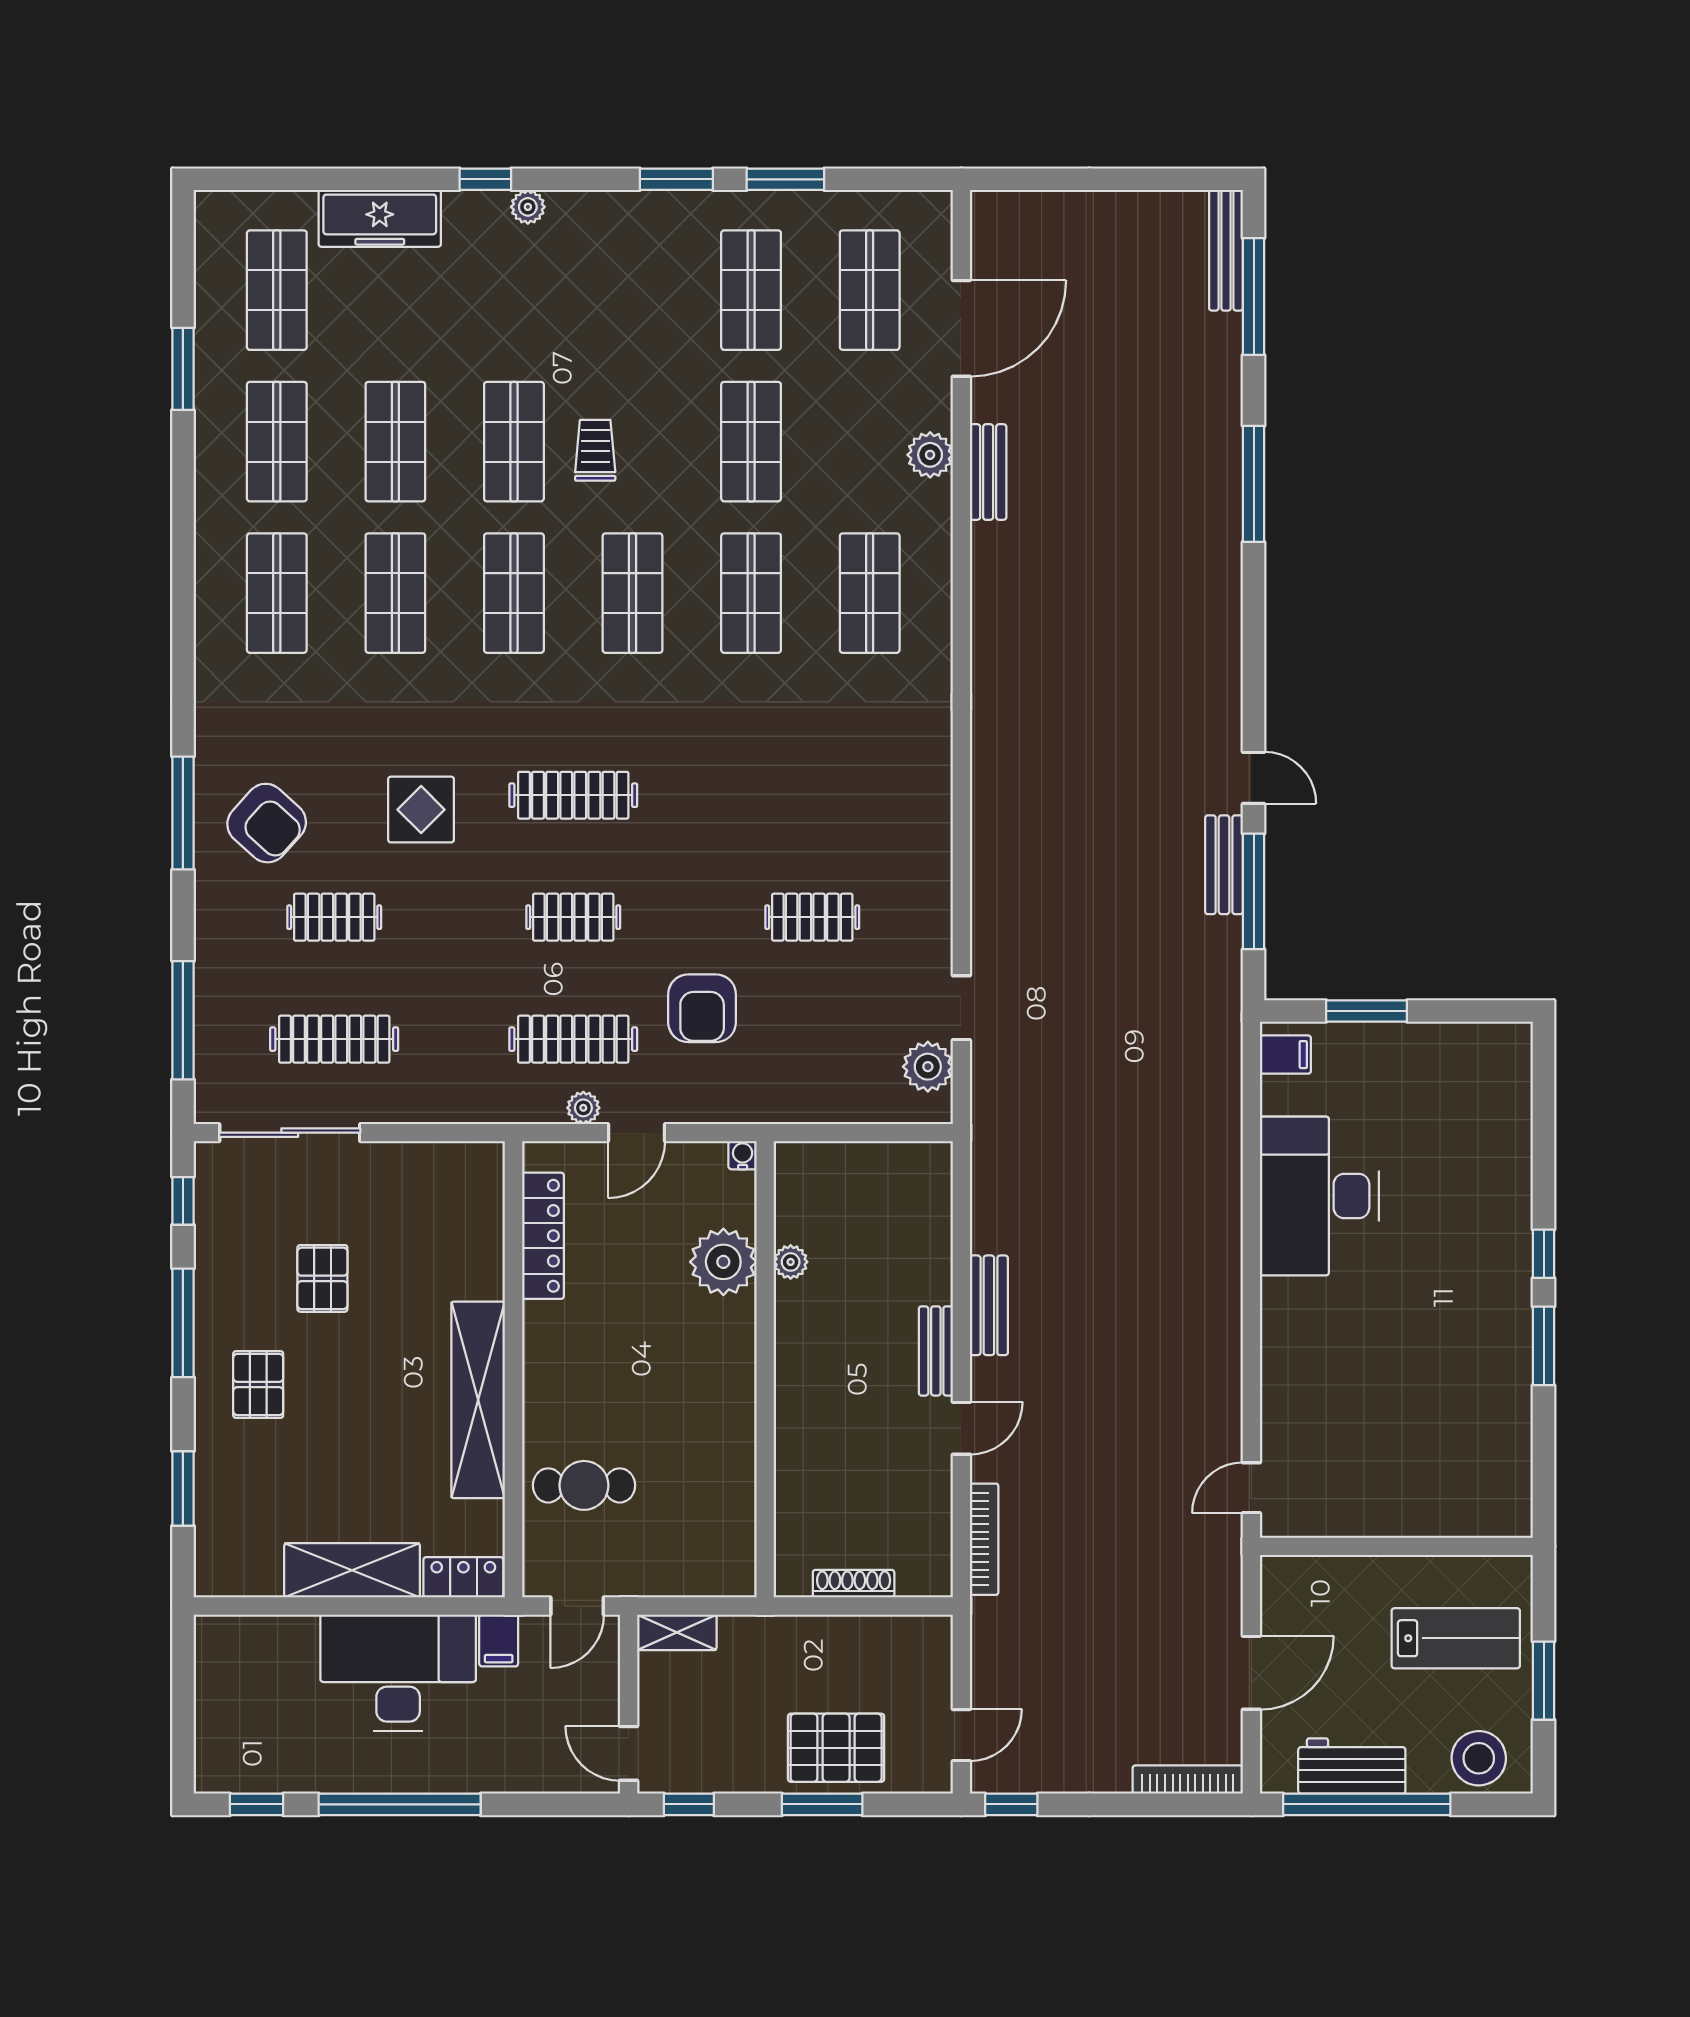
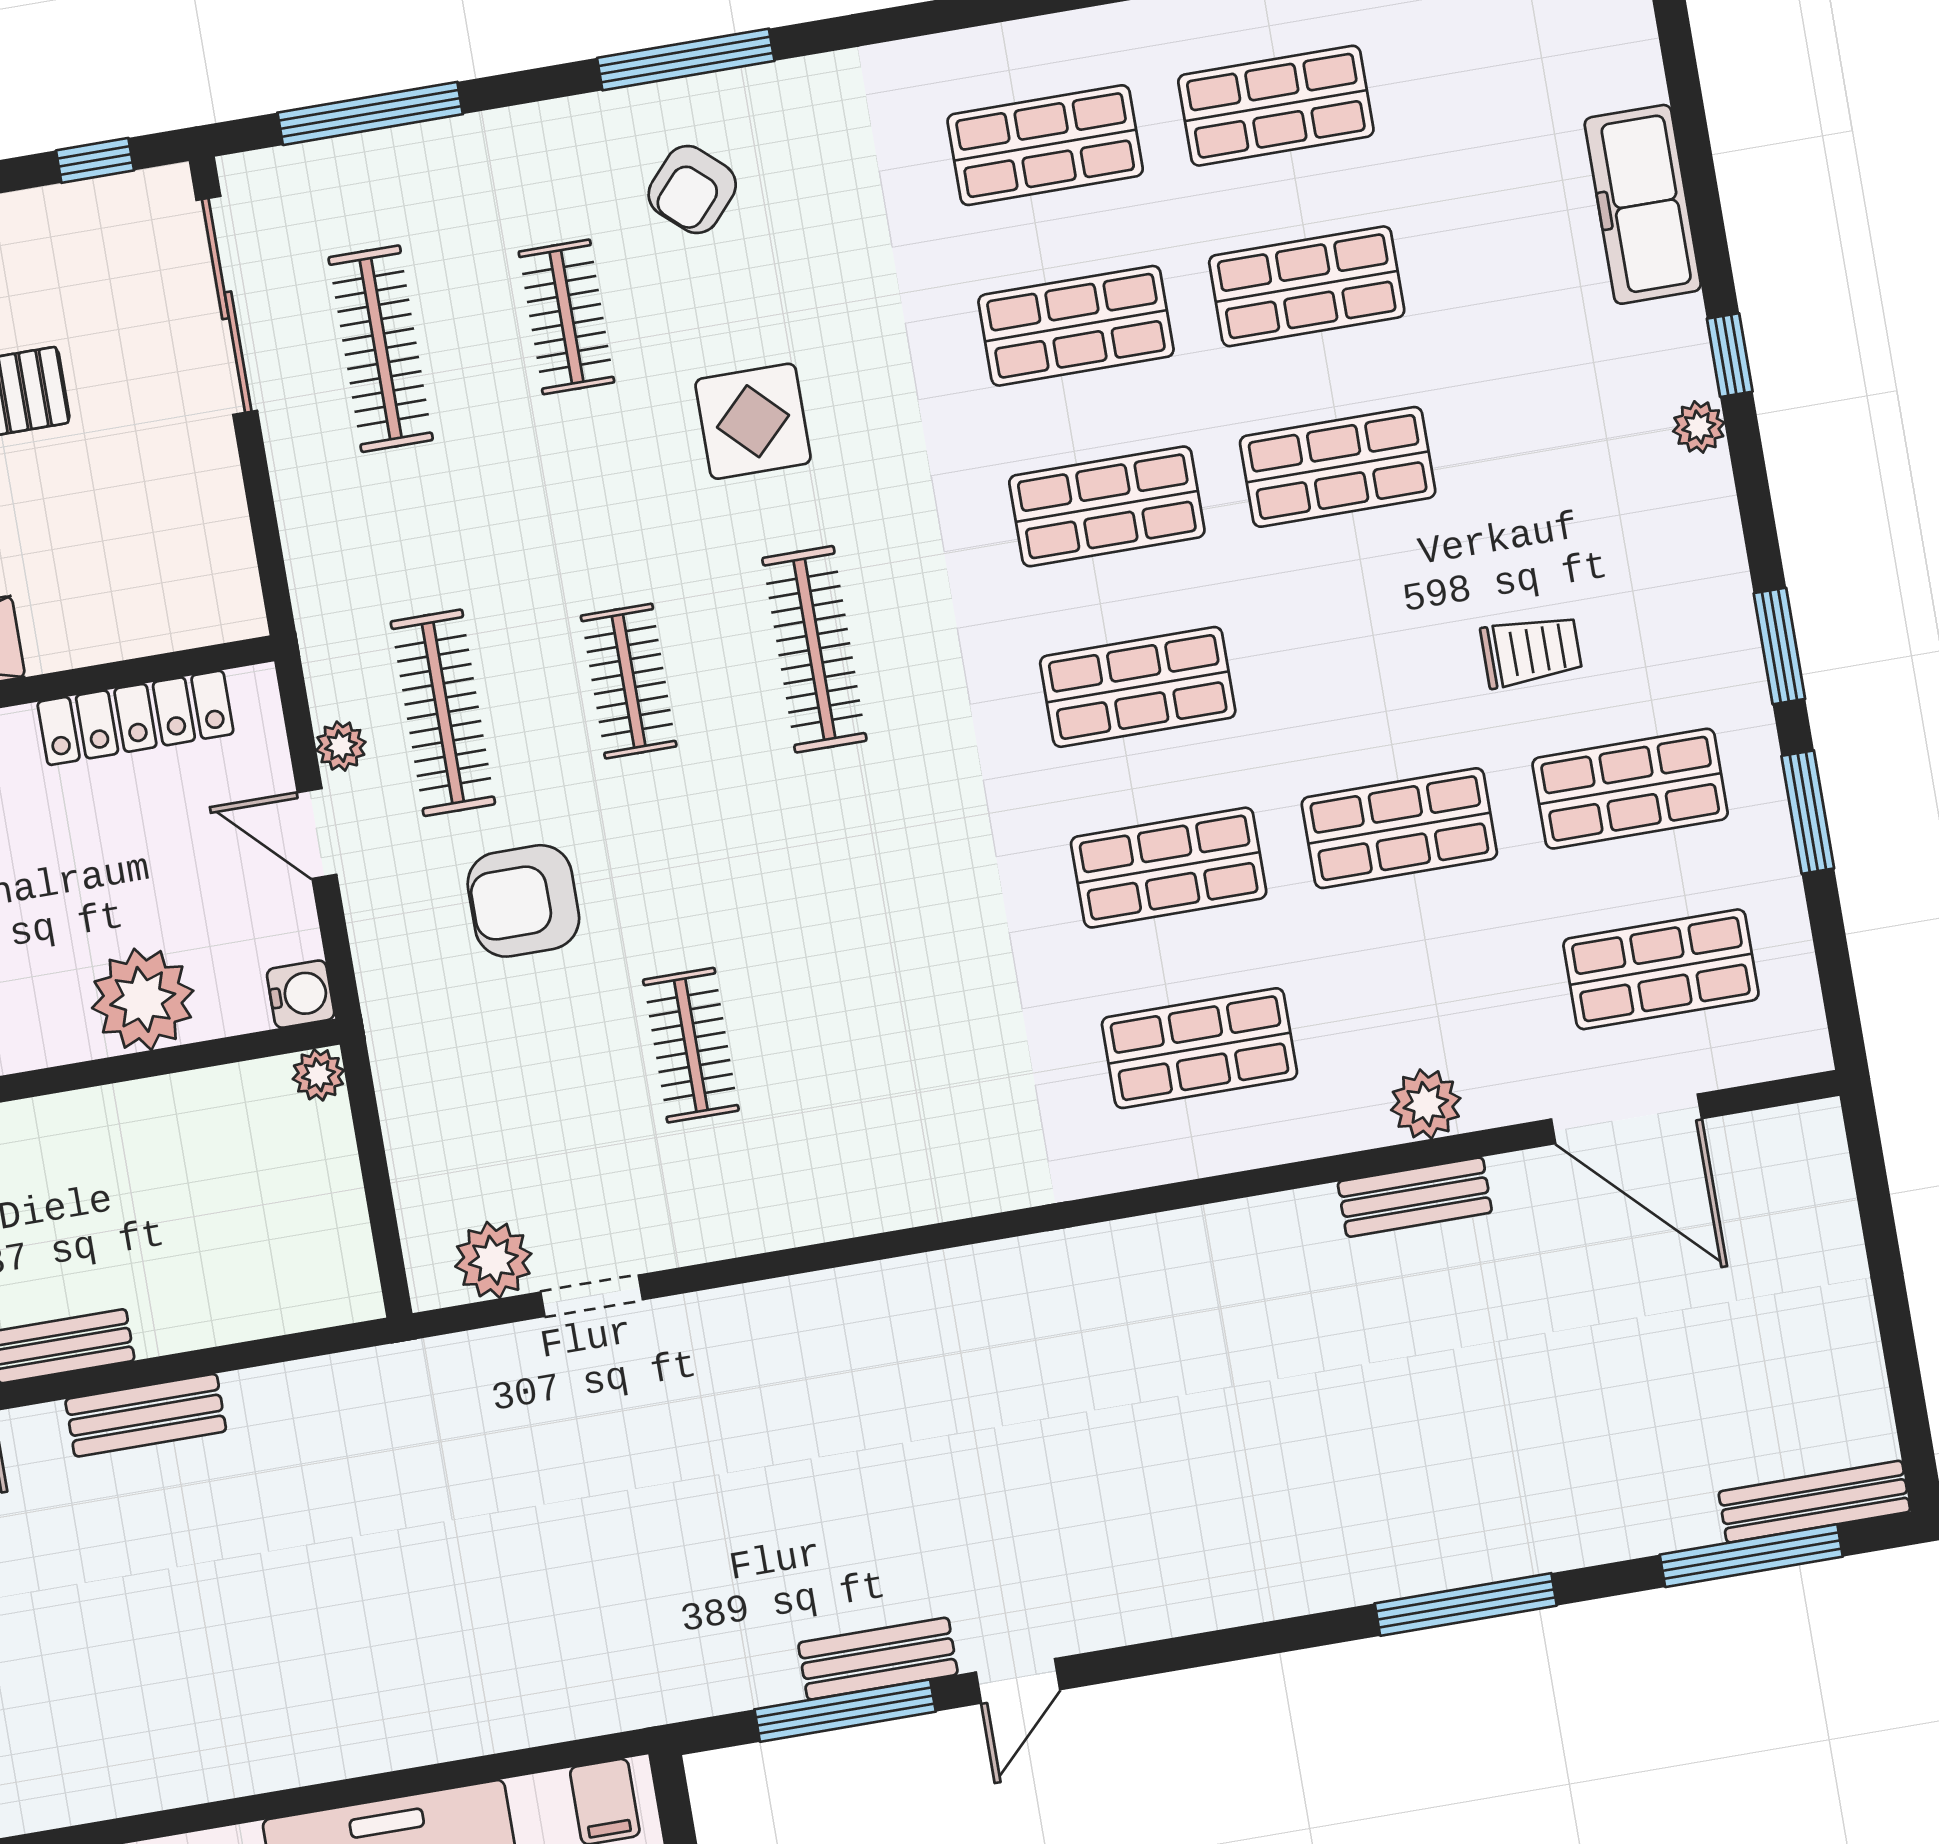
shop shelf: (277, 290) -> (1507, 66), removed
trolley: (595, 450) -> (1531, 651), moved
armchair: (267, 823) -> (692, 189), width x0.72, depth x0.72
water cooler: (743, 1155) -> (301, 994), width x1.38, depth x1.38
plant: (791, 1262) -> (318, 1075), moved

